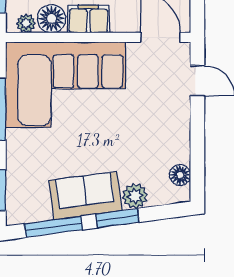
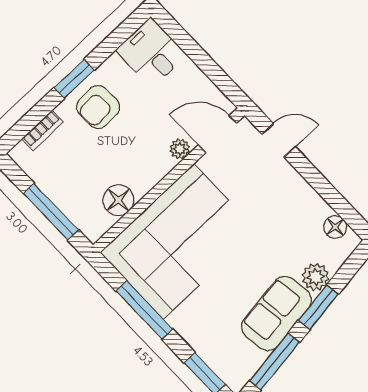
filing cabinet: (88, 19) -> (148, 173), removed
plant: (26, 23) -> (180, 149), moved

